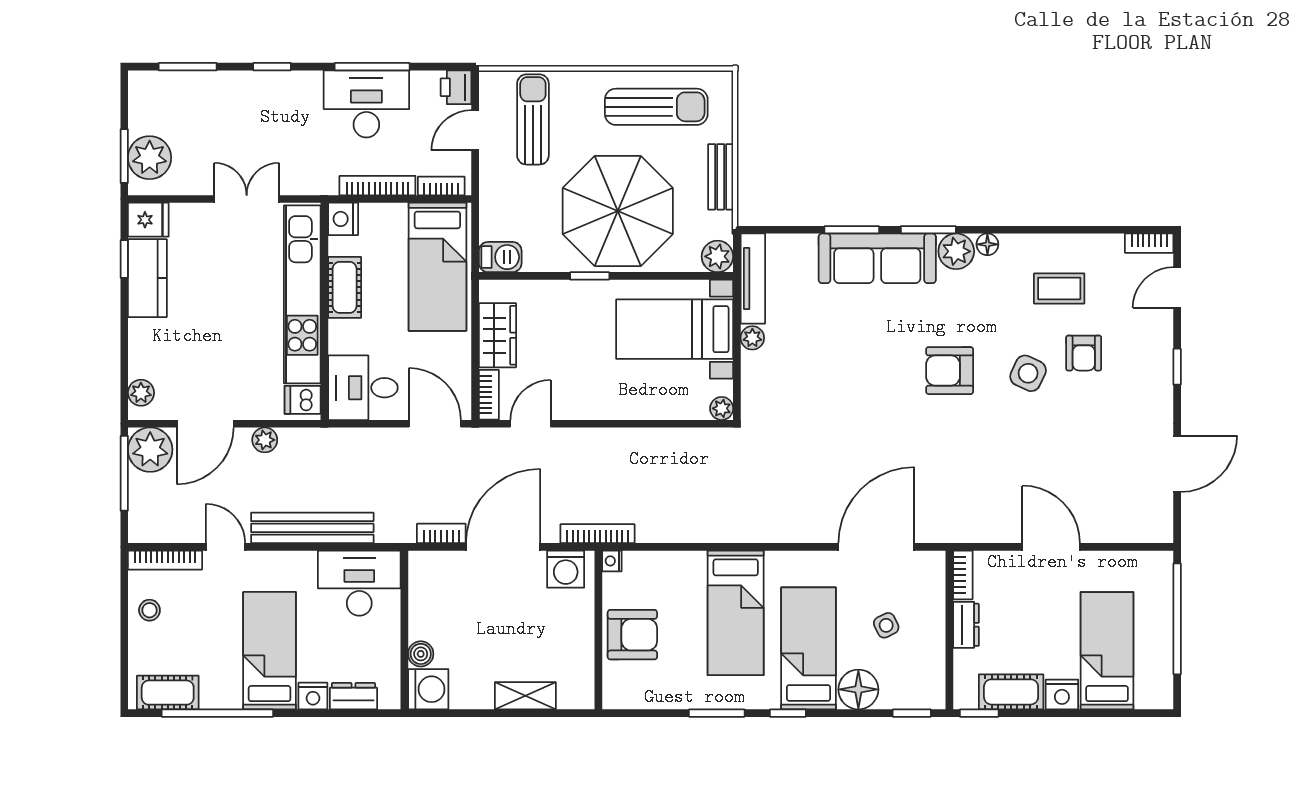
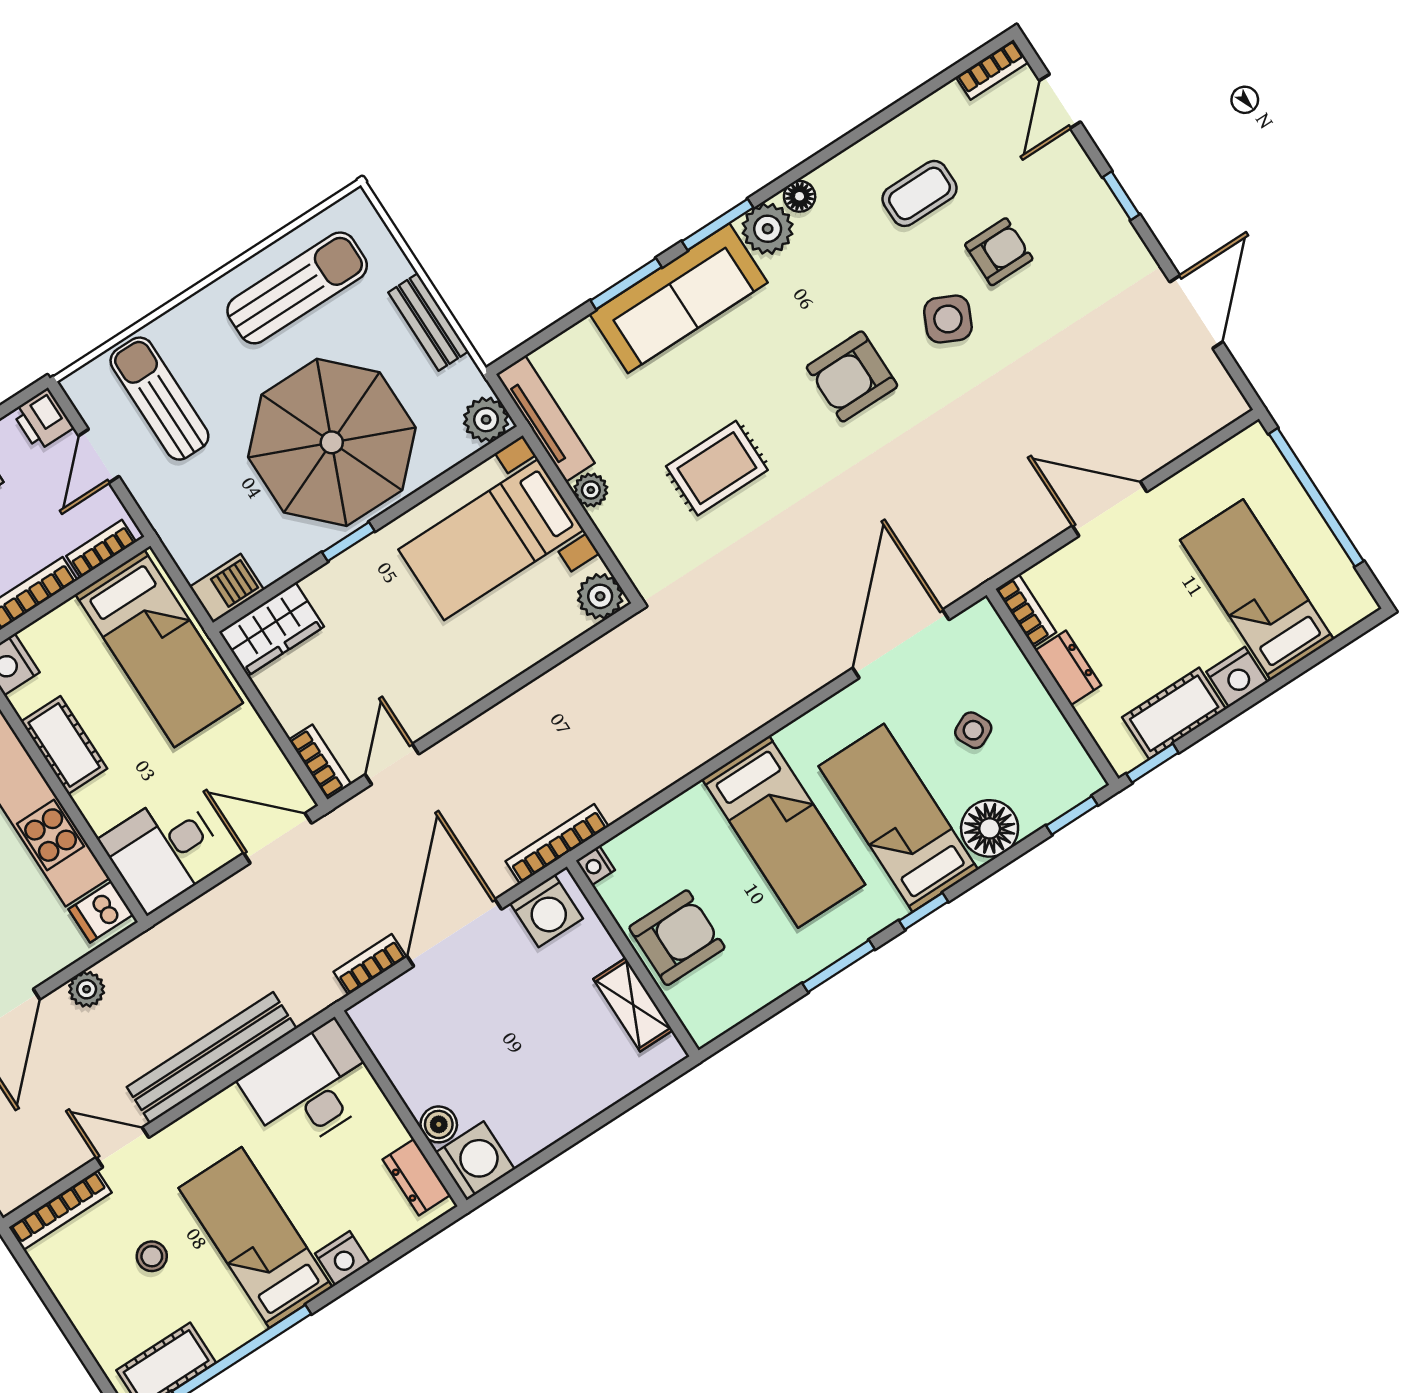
wardrobe: (497, 335) -> (272, 629), moved, turned 90
armchair: (1084, 353) -> (999, 252), turned -90
rug: (835, 373) -> (717, 468), added
plant: (722, 408) -> (600, 596), width x1.38, depth x1.38
stool: (149, 610) -> (152, 1256), moved
dresser: (353, 696) -> (416, 1177), moved, turned -90
shelving: (525, 696) -> (633, 1005), moved, turned 90

